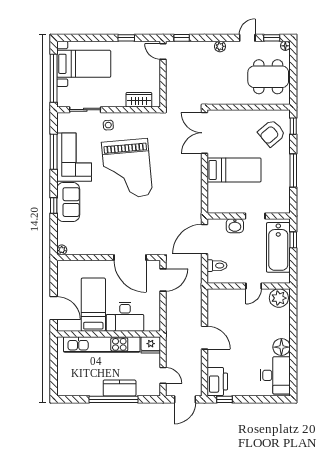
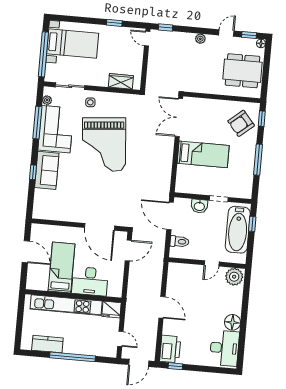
door: (204, 239) -> (170, 216), hinge flipped
plant: (62, 250) -> (47, 100), moved
door: (54, 308) -> (26, 252), moved
kitchen counter: (120, 388) -> (47, 344), moved

